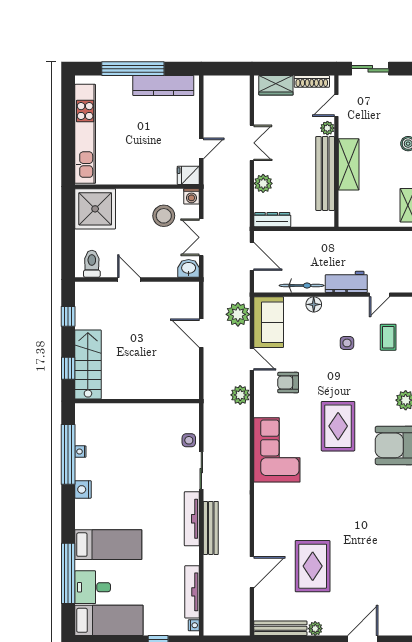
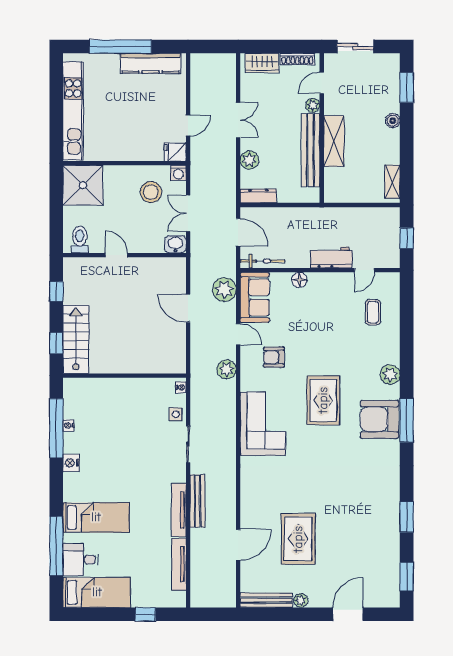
bicycle: (302, 286) -> (263, 261), moved
side table: (347, 343) -> (332, 318), removed
tv unit: (192, 519) -> (179, 510), moved
nightstand: (194, 625) -> (181, 387), moved

